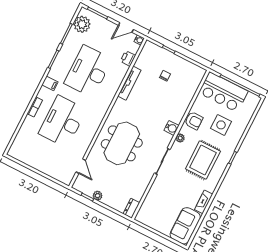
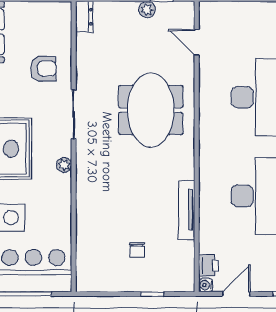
printer: (128, 58) -> (209, 266), moved
armchair: (194, 121) -> (43, 69), moved, turned 180
water cooler: (171, 128) -> (86, 174), removed

